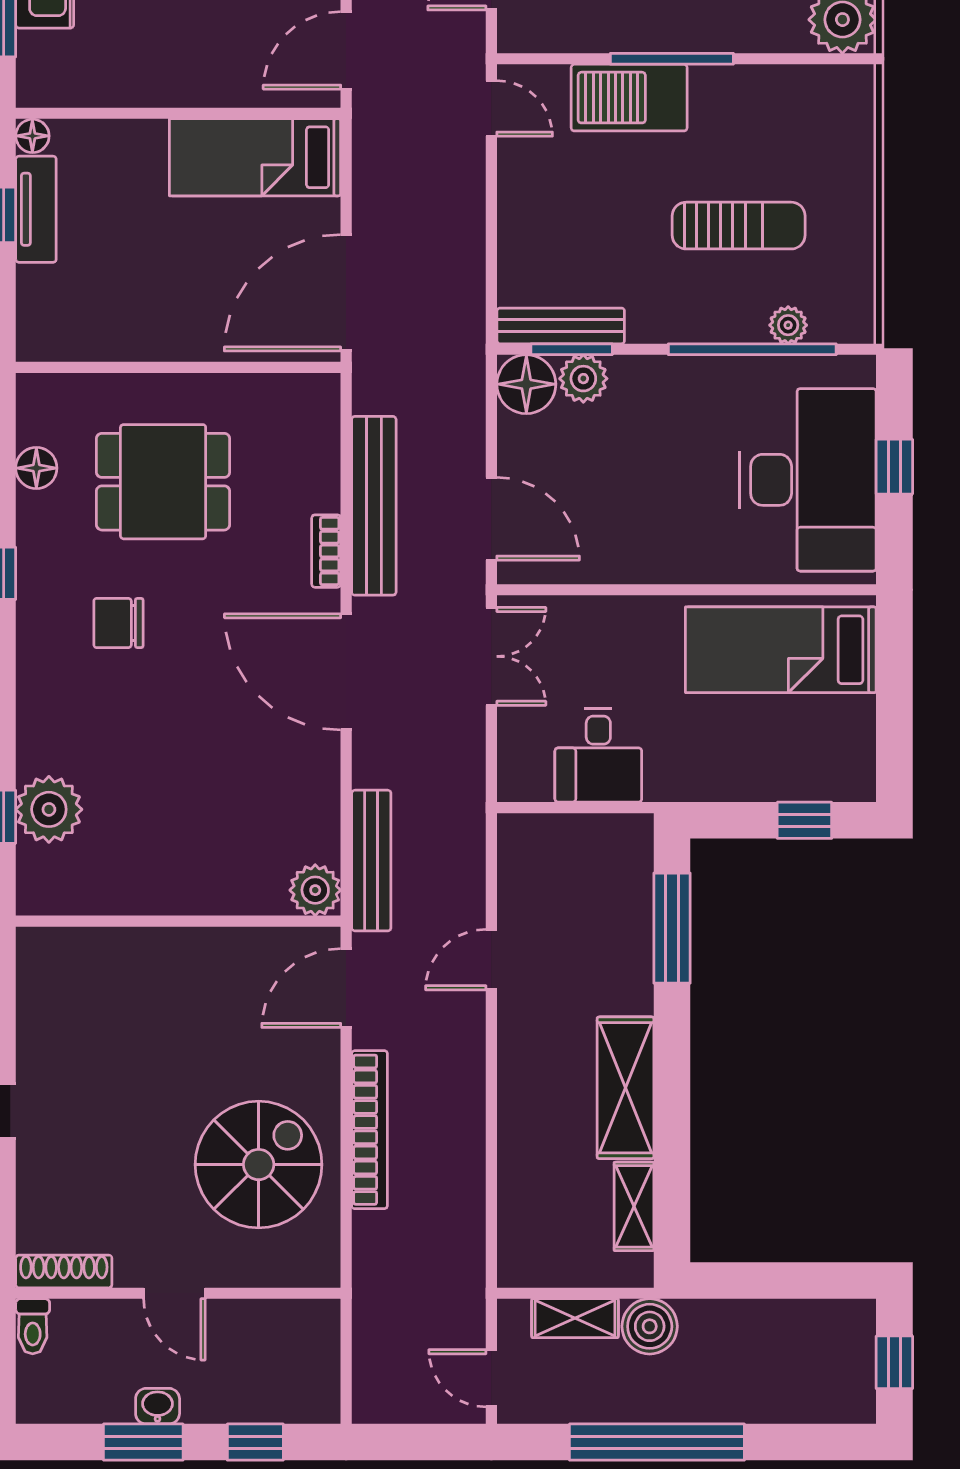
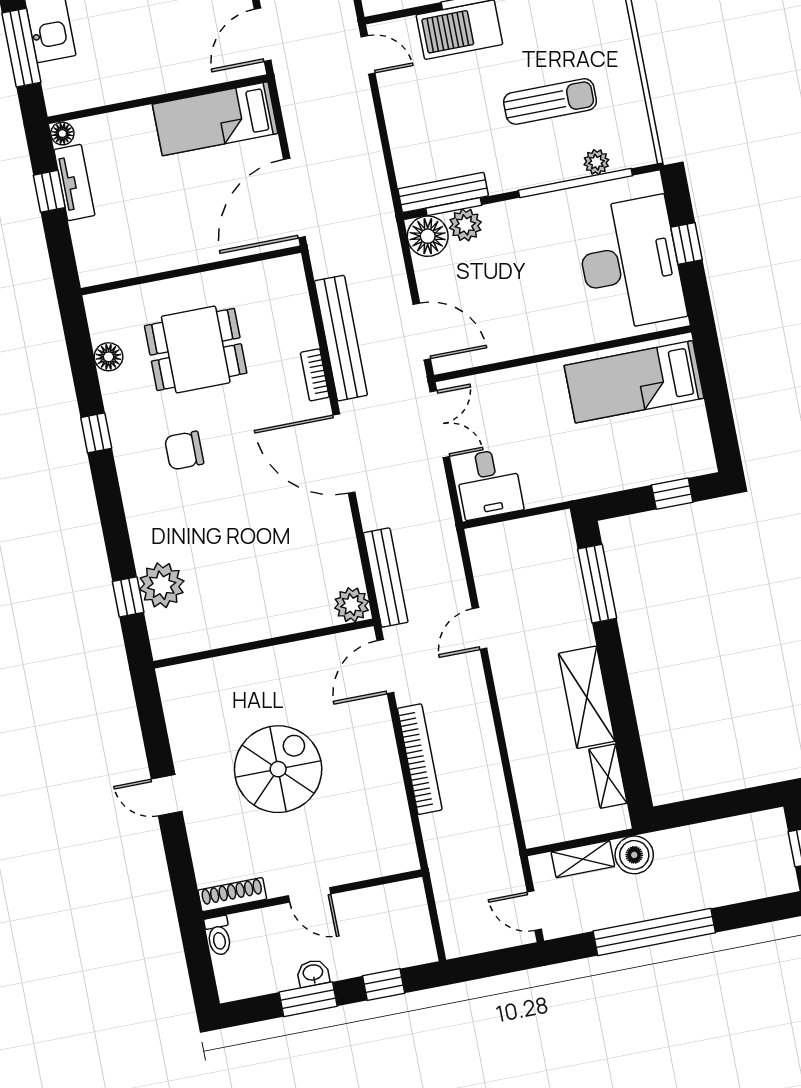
desk: (598, 755) -> (489, 484), moved
spiral stairs: (259, 1165) -> (278, 769), moved

